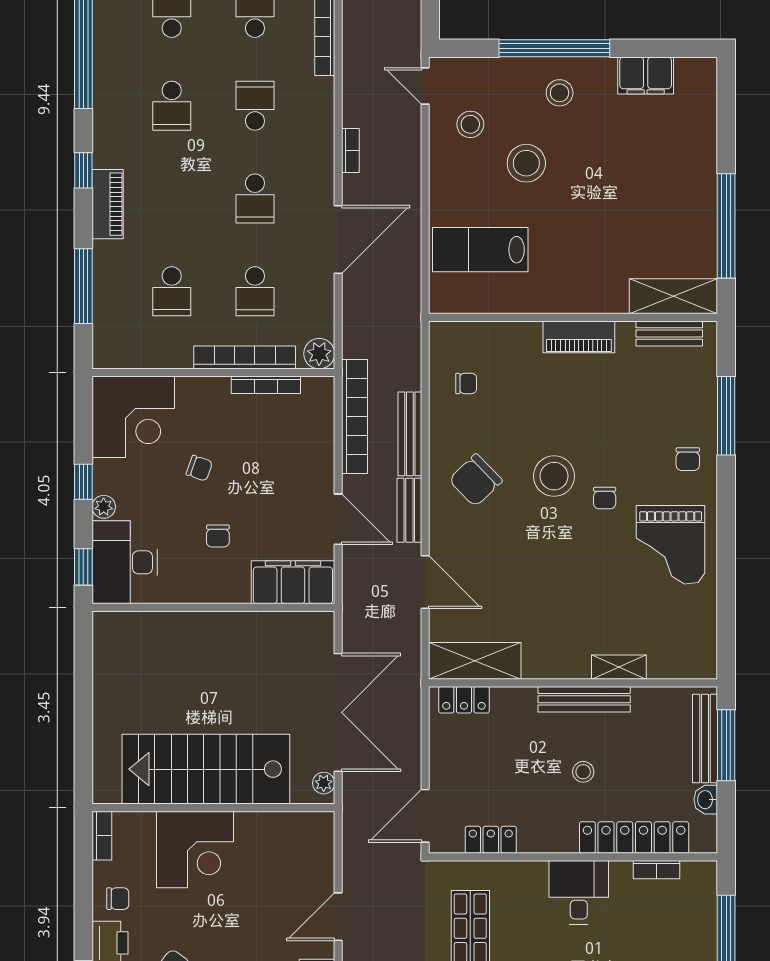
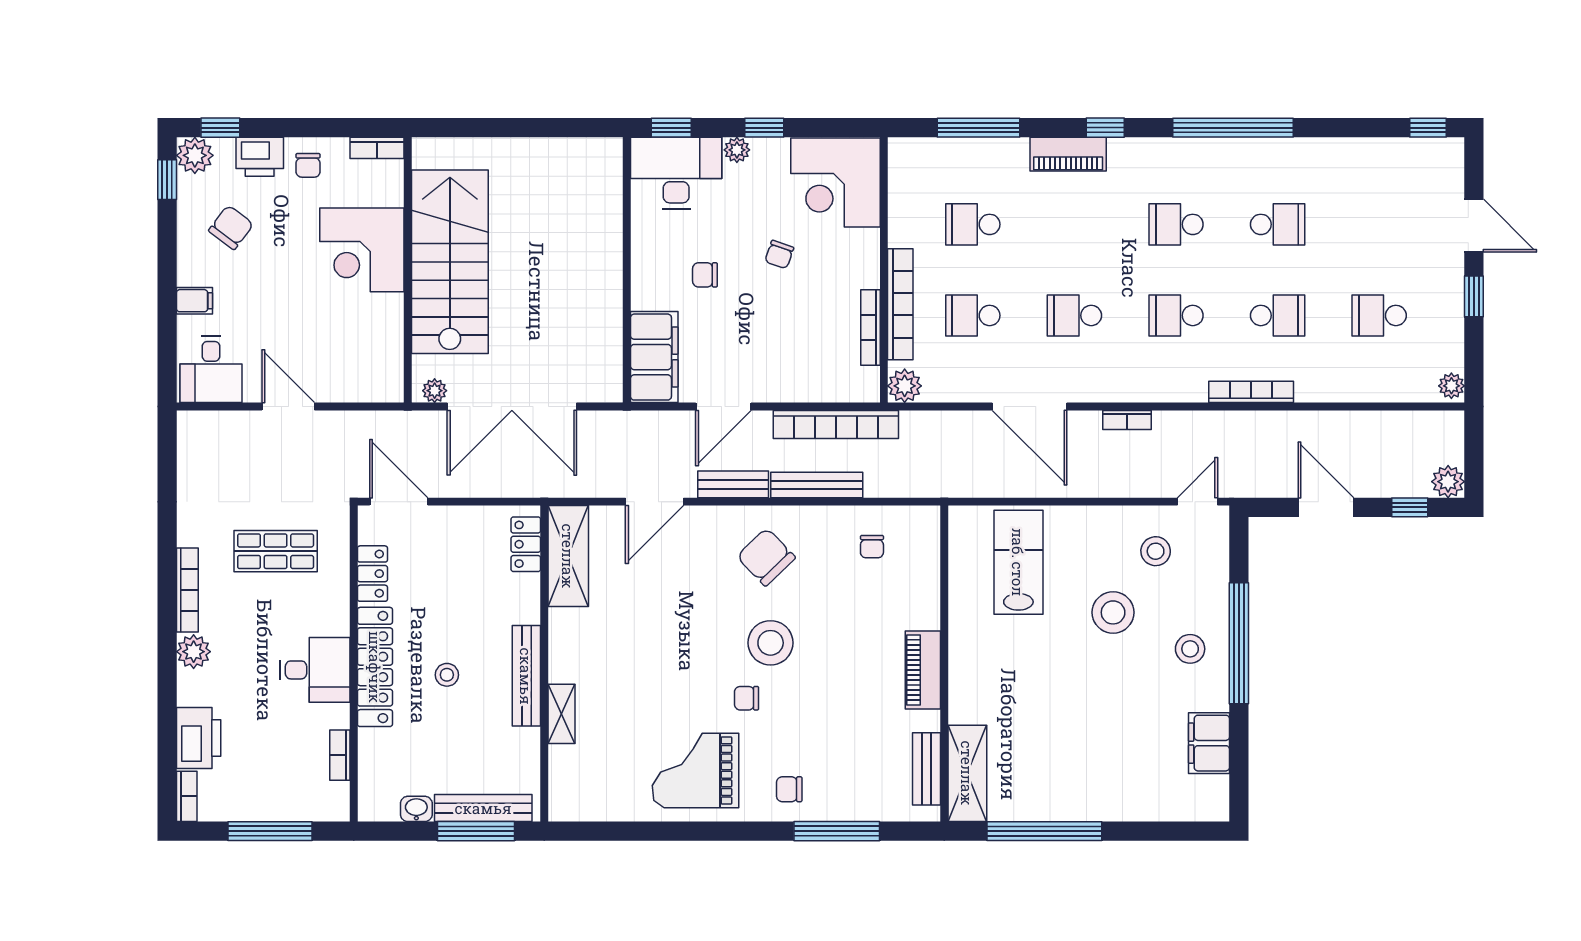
school desk: (255, 106) -> (1176, 315), turned 180
locker: (634, 837) -> (375, 667), moved

